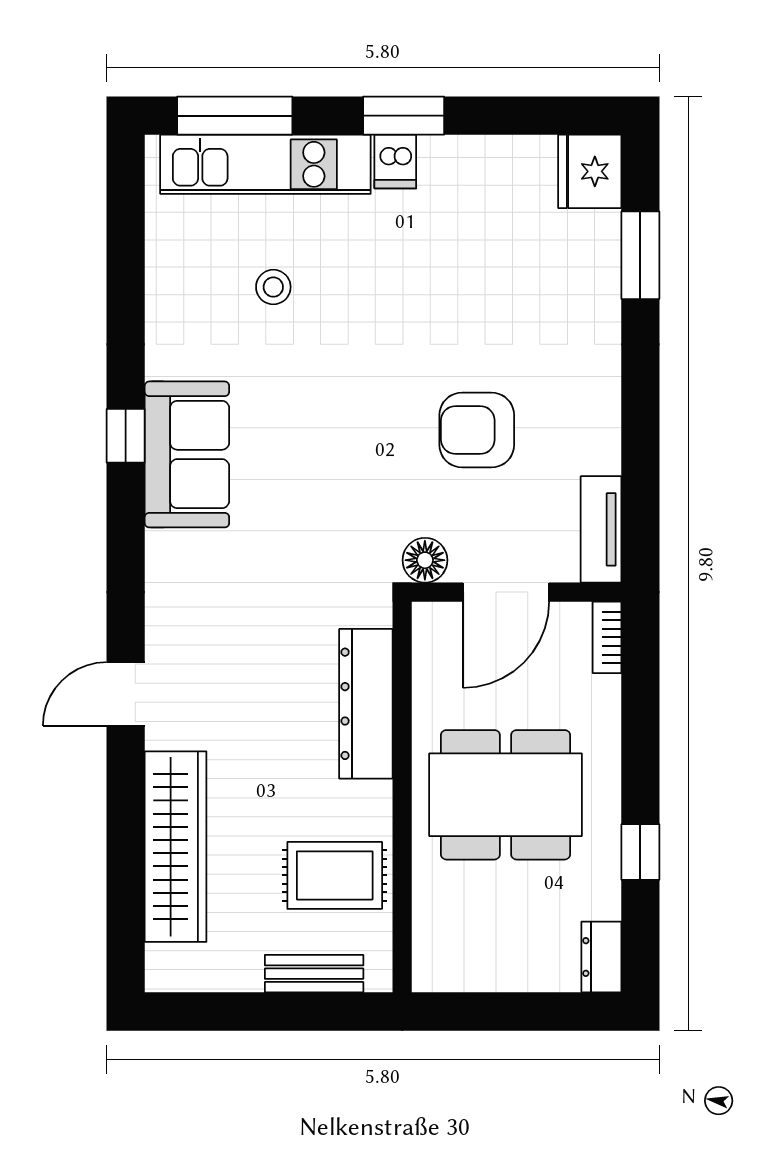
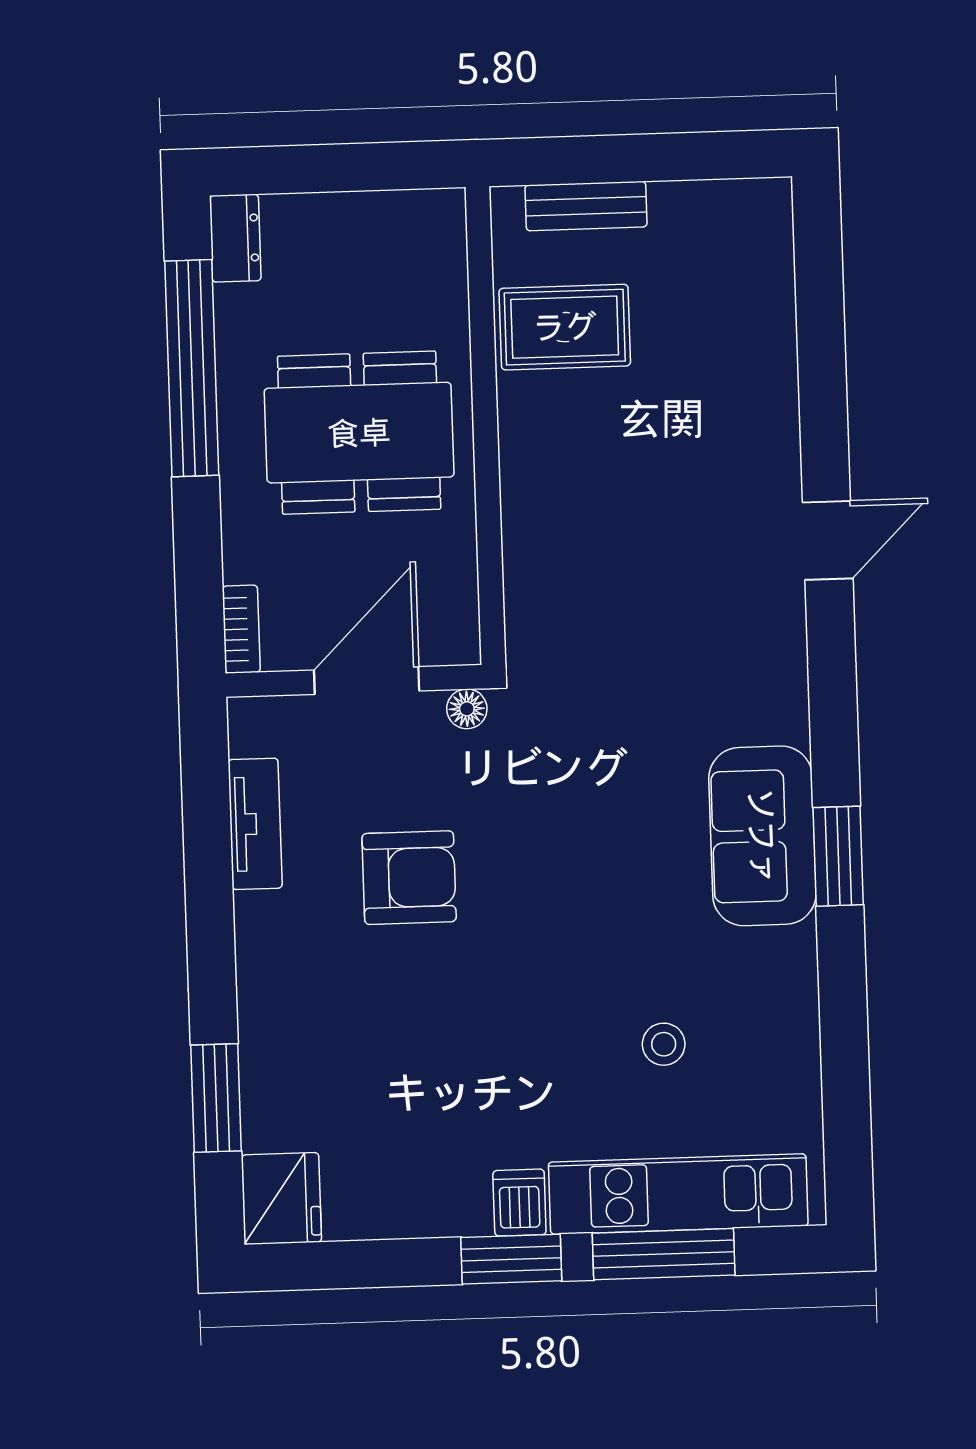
window: (235, 116) -> (664, 1254), moved
window: (126, 436) -> (838, 856), width x1.50
tv unit: (601, 529) -> (255, 824), moved
floor lamp: (425, 560) -> (467, 709), width x0.73, depth x0.73
dresser: (366, 704) -> (534, 538), removed
wardrobe: (176, 847) -> (760, 356), removed
window: (640, 852) -> (192, 368), width x3.17

